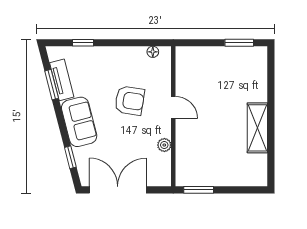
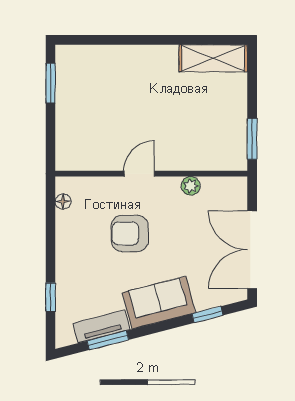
armchair: (130, 101) -> (130, 233), turned -99
shelving: (257, 128) -> (213, 58), moved

